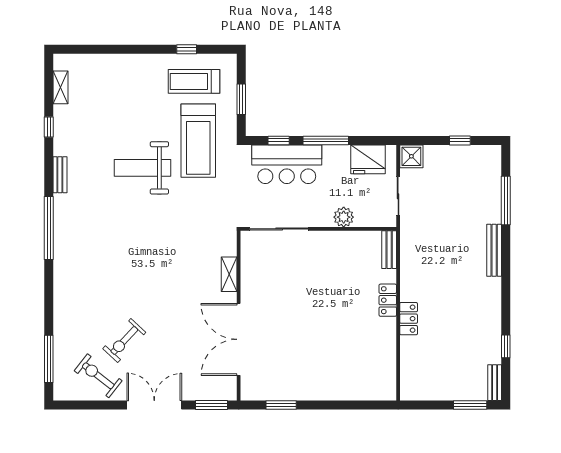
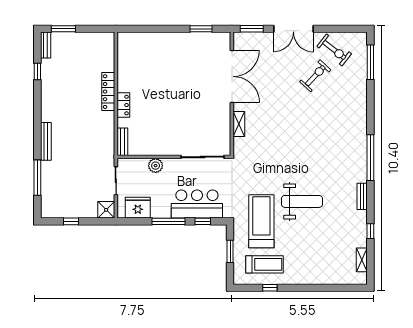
locker: (409, 319) -> (108, 92), width x1.53

